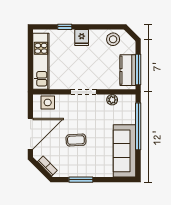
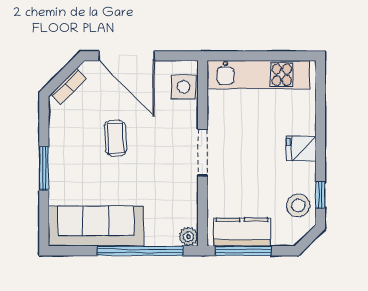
window: (65, 27) -> (320, 195), moved
plant: (112, 100) -> (188, 237), moved
window: (81, 180) -> (44, 168), moved

